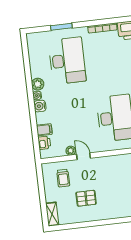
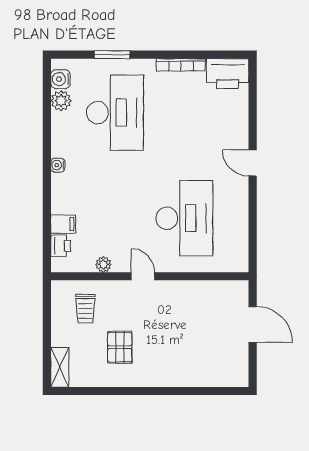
plant: (38, 84) -> (61, 101), moved
water cooler: (40, 106) -> (60, 79), moved
door: (83, 156) -> (143, 276), moved
pallet: (86, 198) -> (120, 347), turned 90

